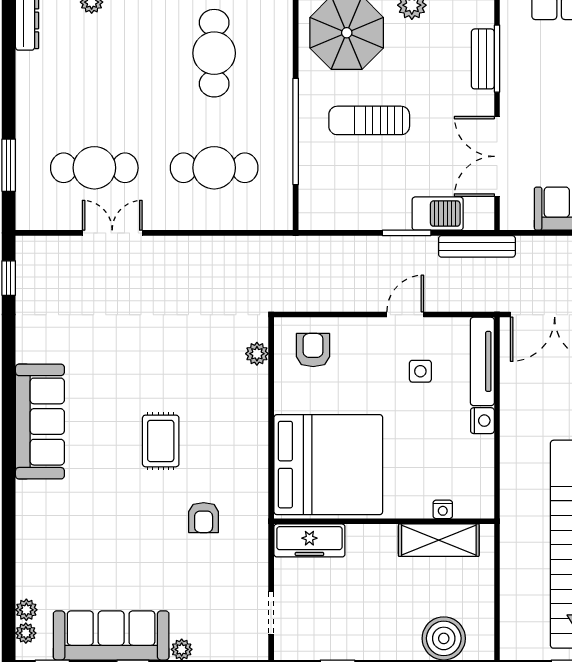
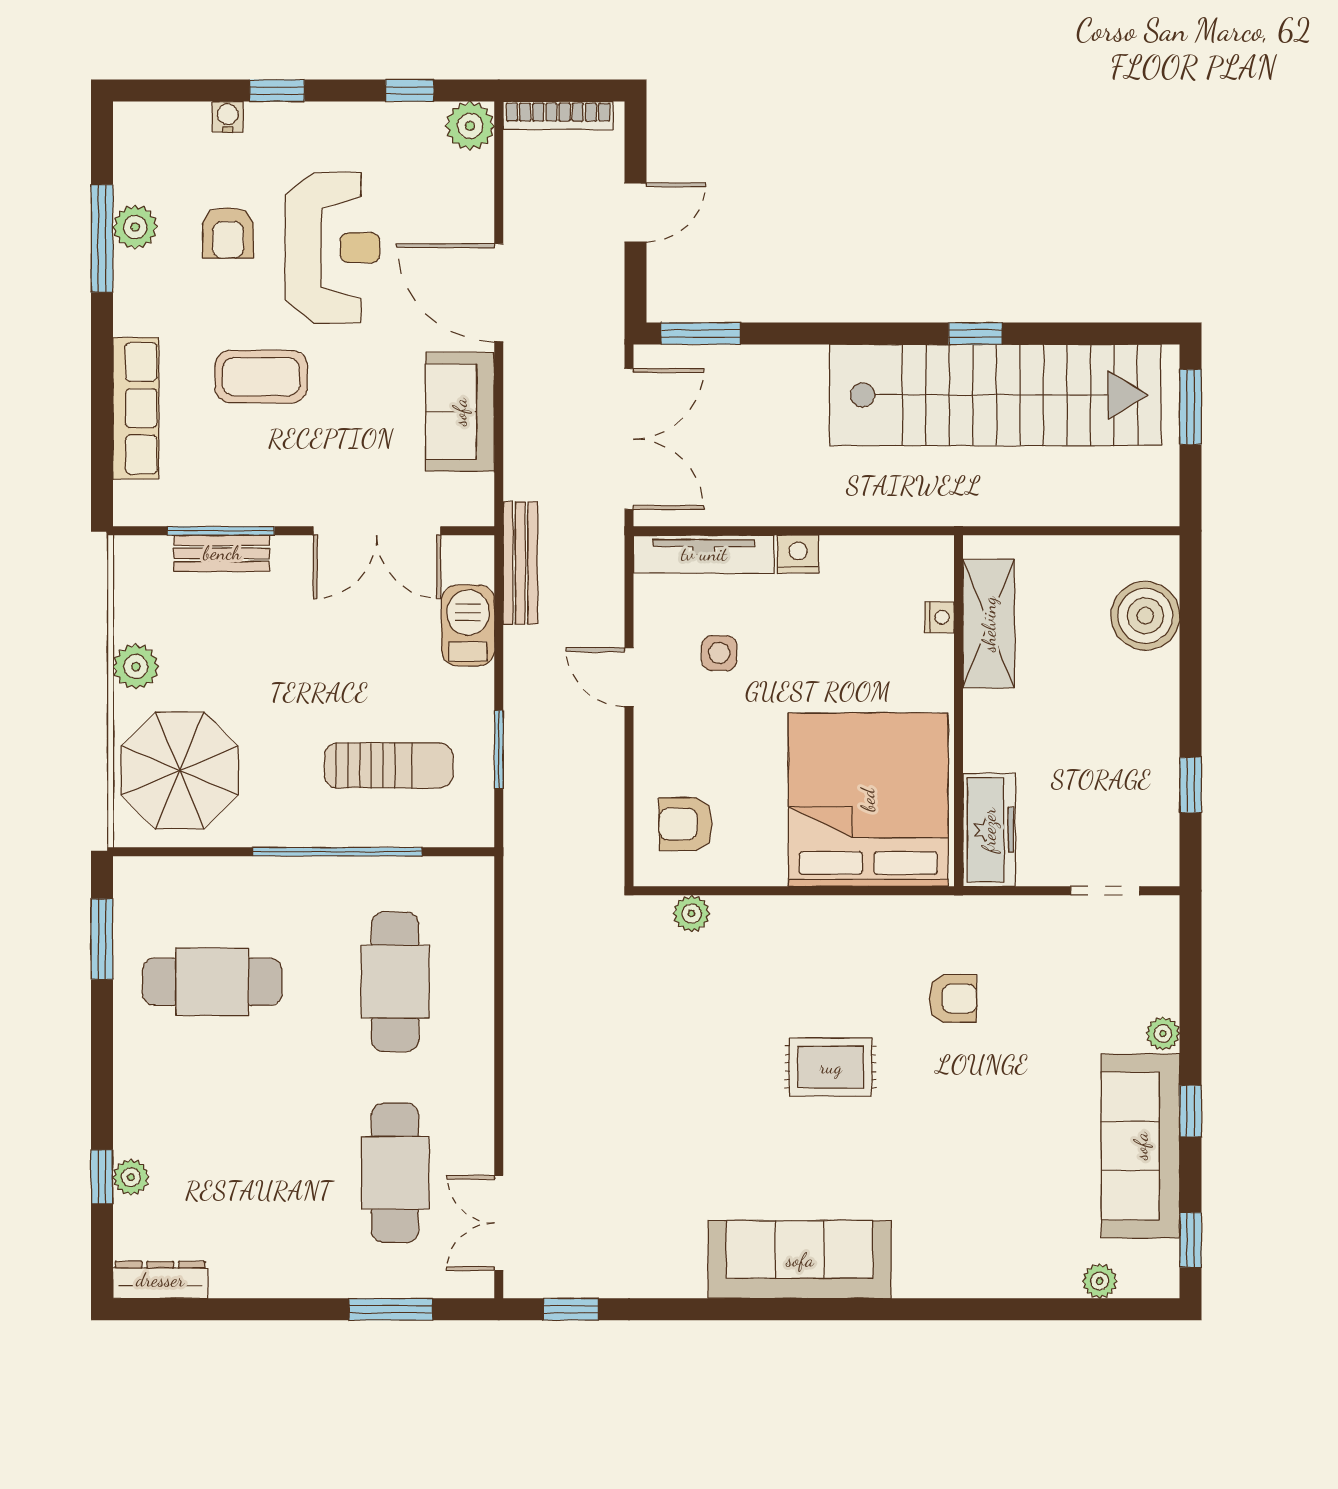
sun lounger: (369, 120) -> (389, 765), moved, turned -90
double door: (112, 233) -> (499, 1223), moved
window: (407, 233) -> (499, 749), moved
plant: (26, 633) -> (1137, 1282), removed

